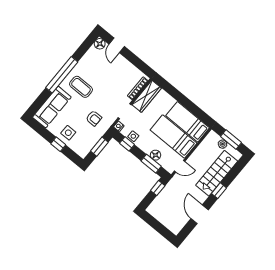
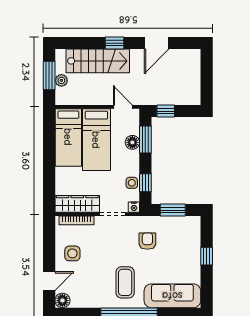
side table: (68, 133) -> (72, 253), moved

